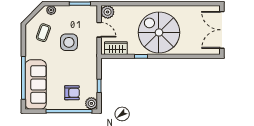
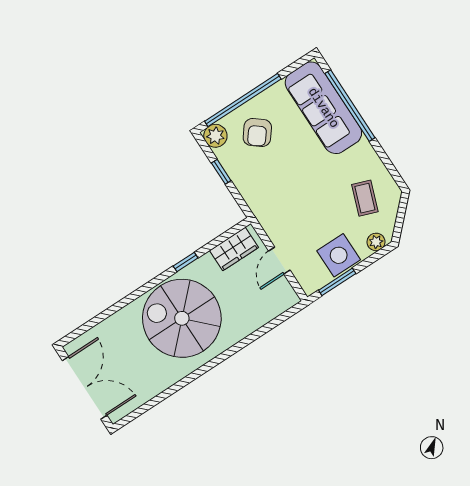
plant: (108, 12) -> (285, 297), removed
door: (99, 30) -> (279, 261), hinge flipped
spiral stairs: (159, 32) -> (182, 318), turned 180
side table: (69, 42) -> (339, 255), moved
armchair: (72, 93) -> (257, 133), turned -52

